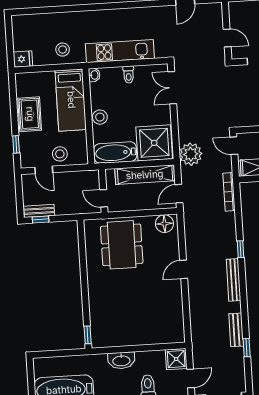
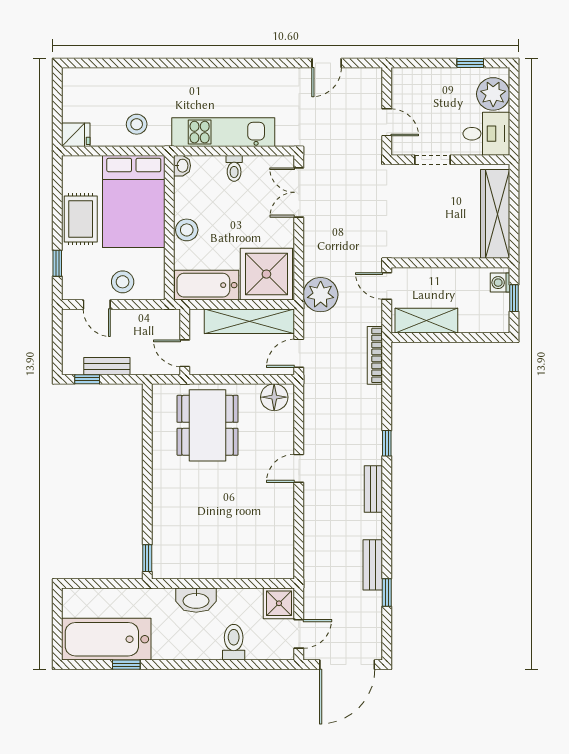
bed: (71, 100) -> (134, 201), width x1.50
bench: (39, 211) -> (107, 366), moved
bench: (234, 280) -> (373, 489), width x0.73

